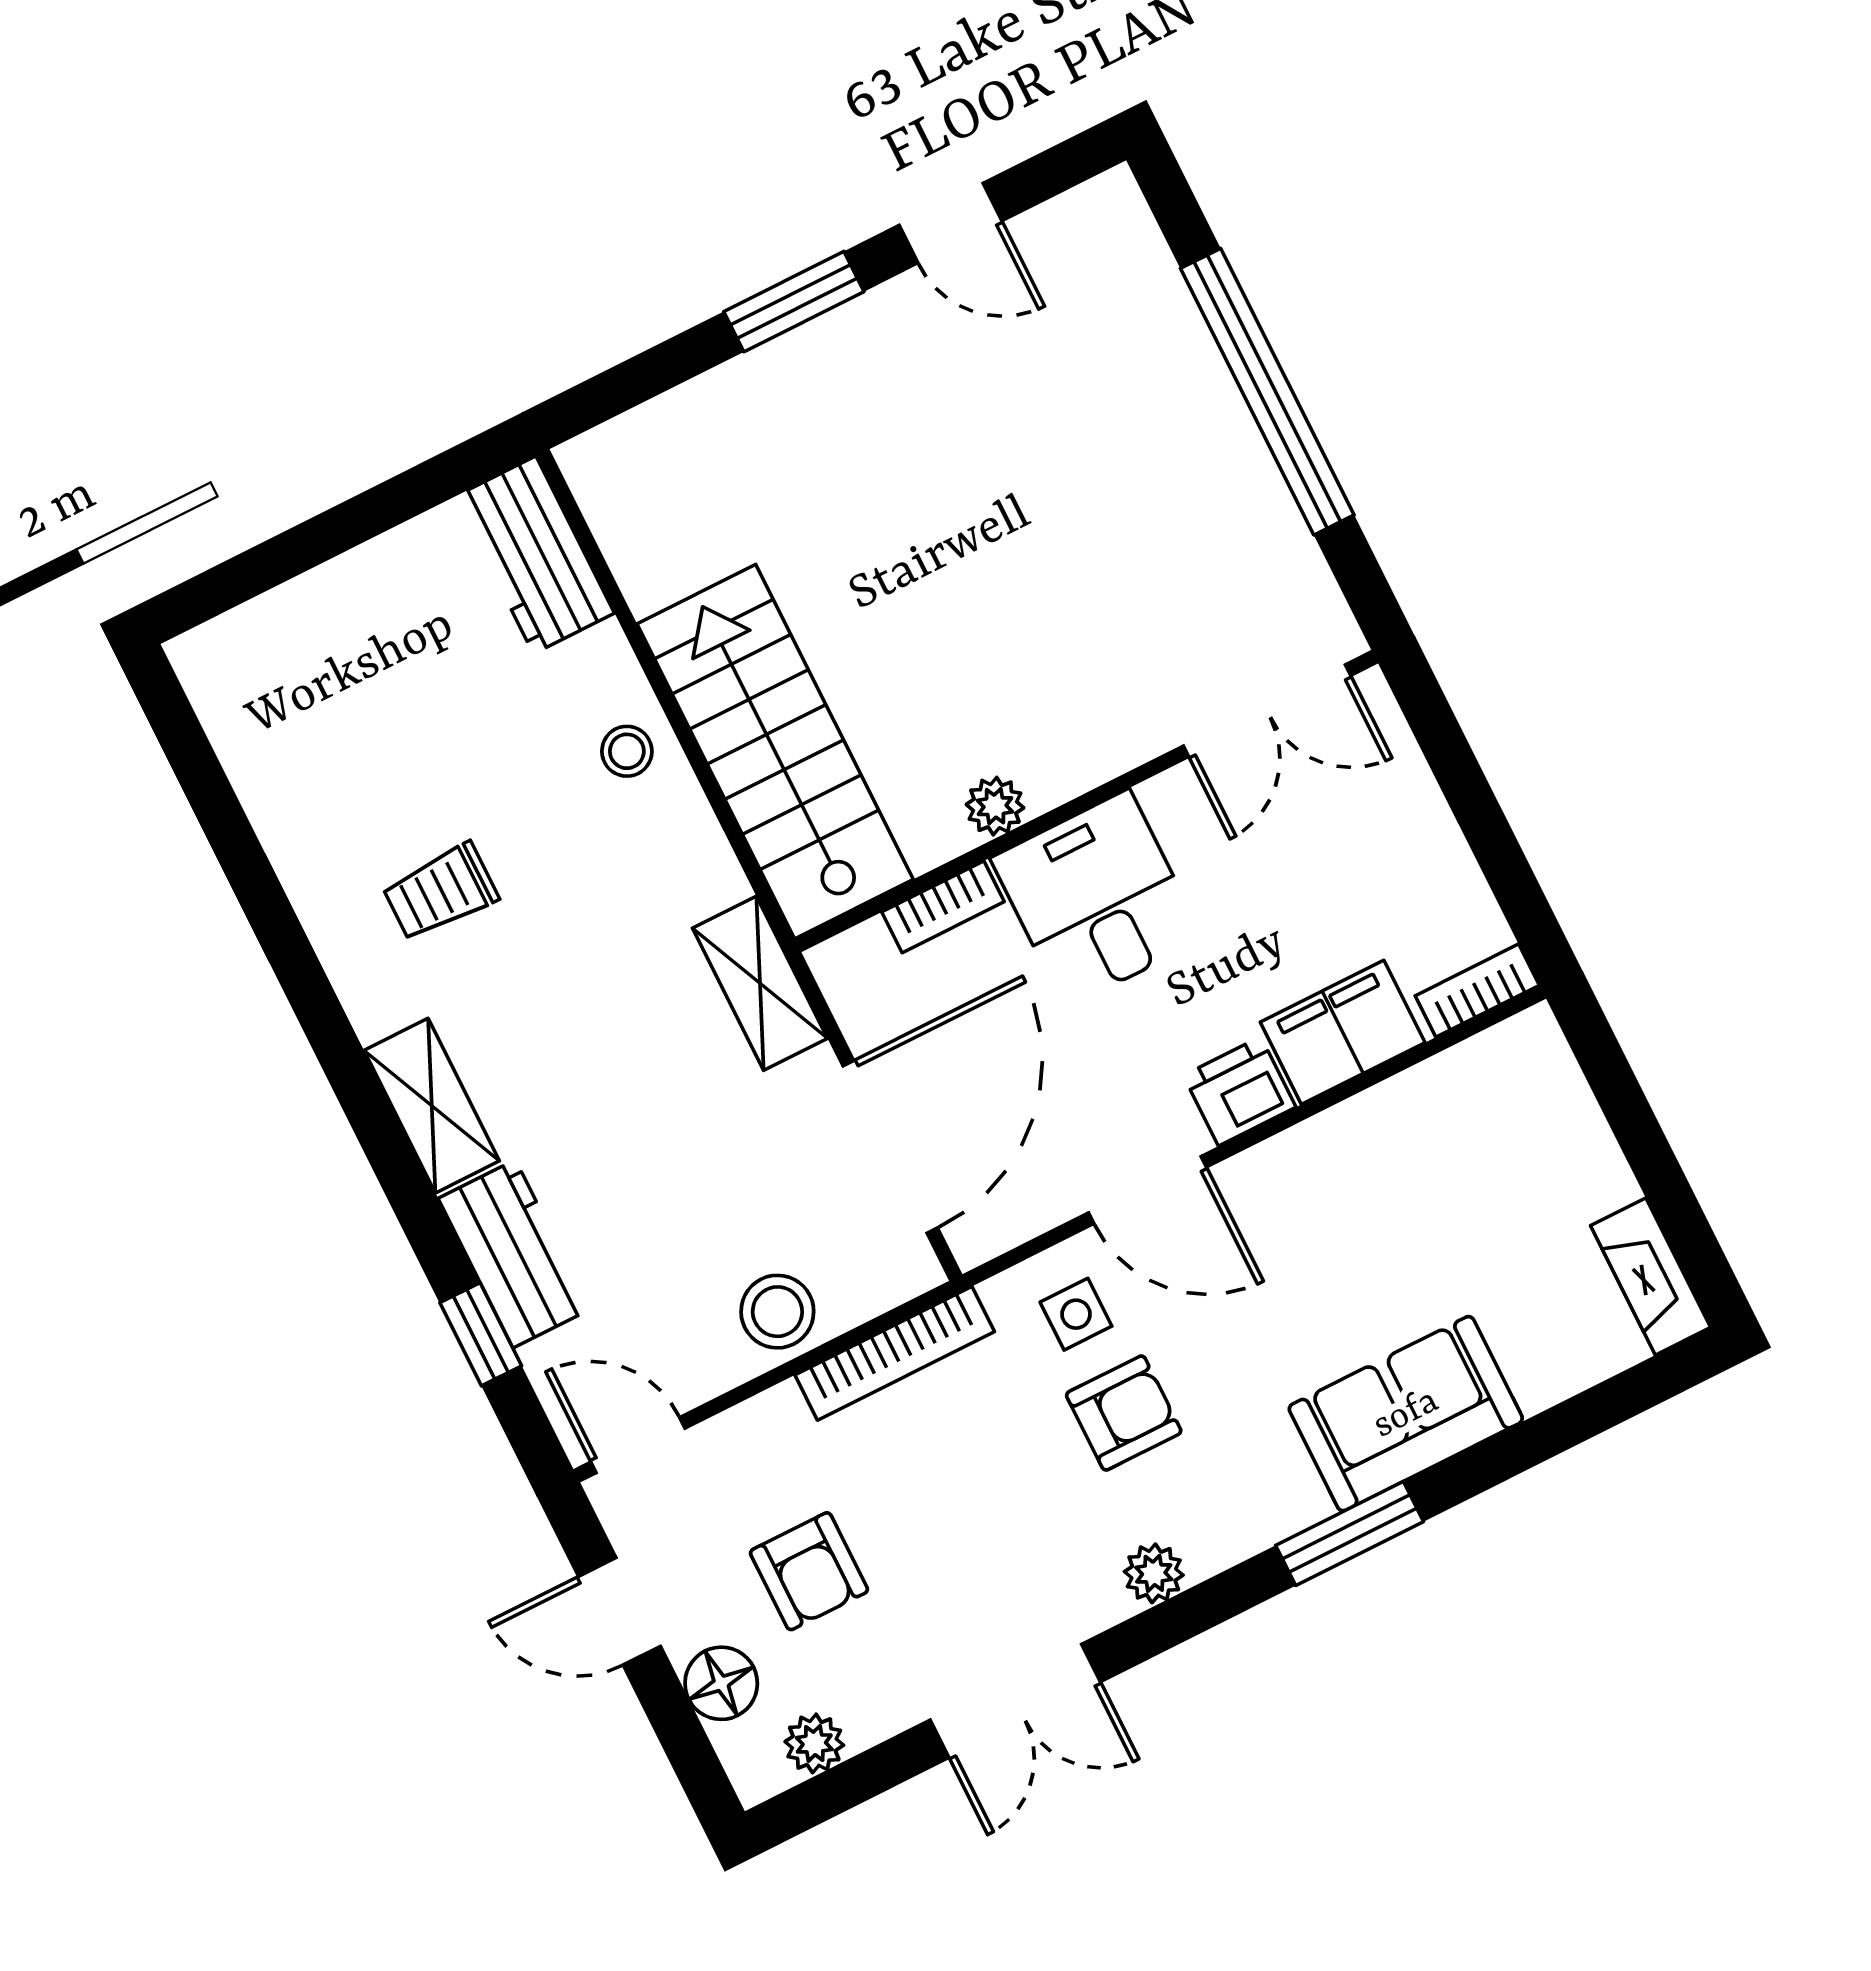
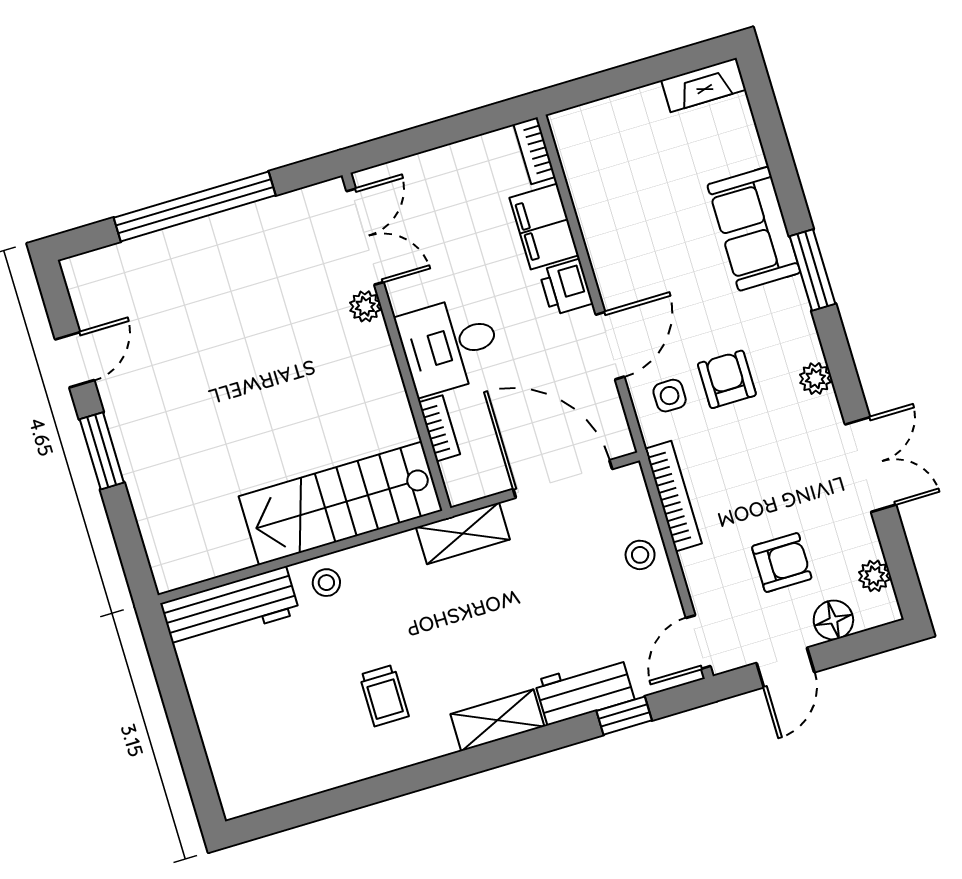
workbench: (535, 555) -> (230, 608), width x1.38
plant: (995, 806) -> (365, 306), moved
stool: (777, 1312) -> (640, 555), width x0.73, depth x0.73

